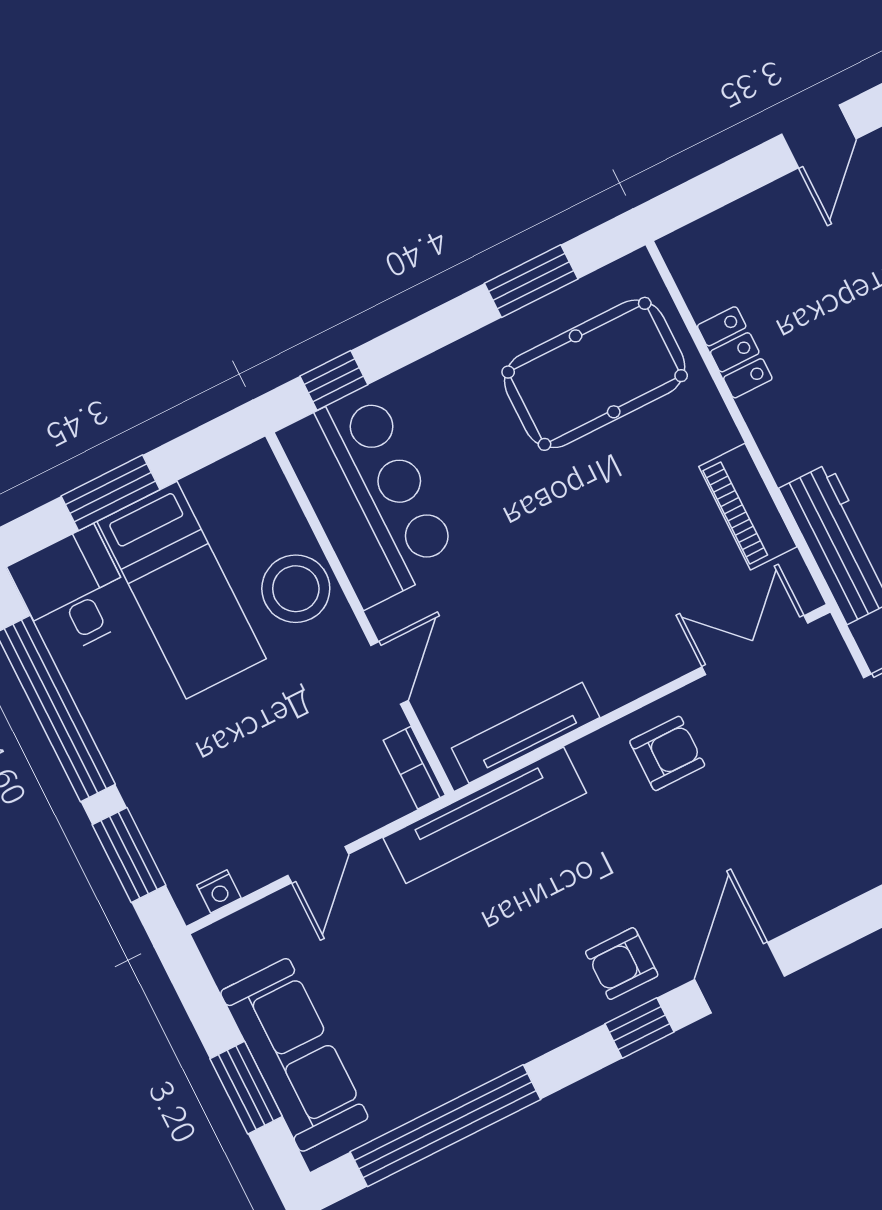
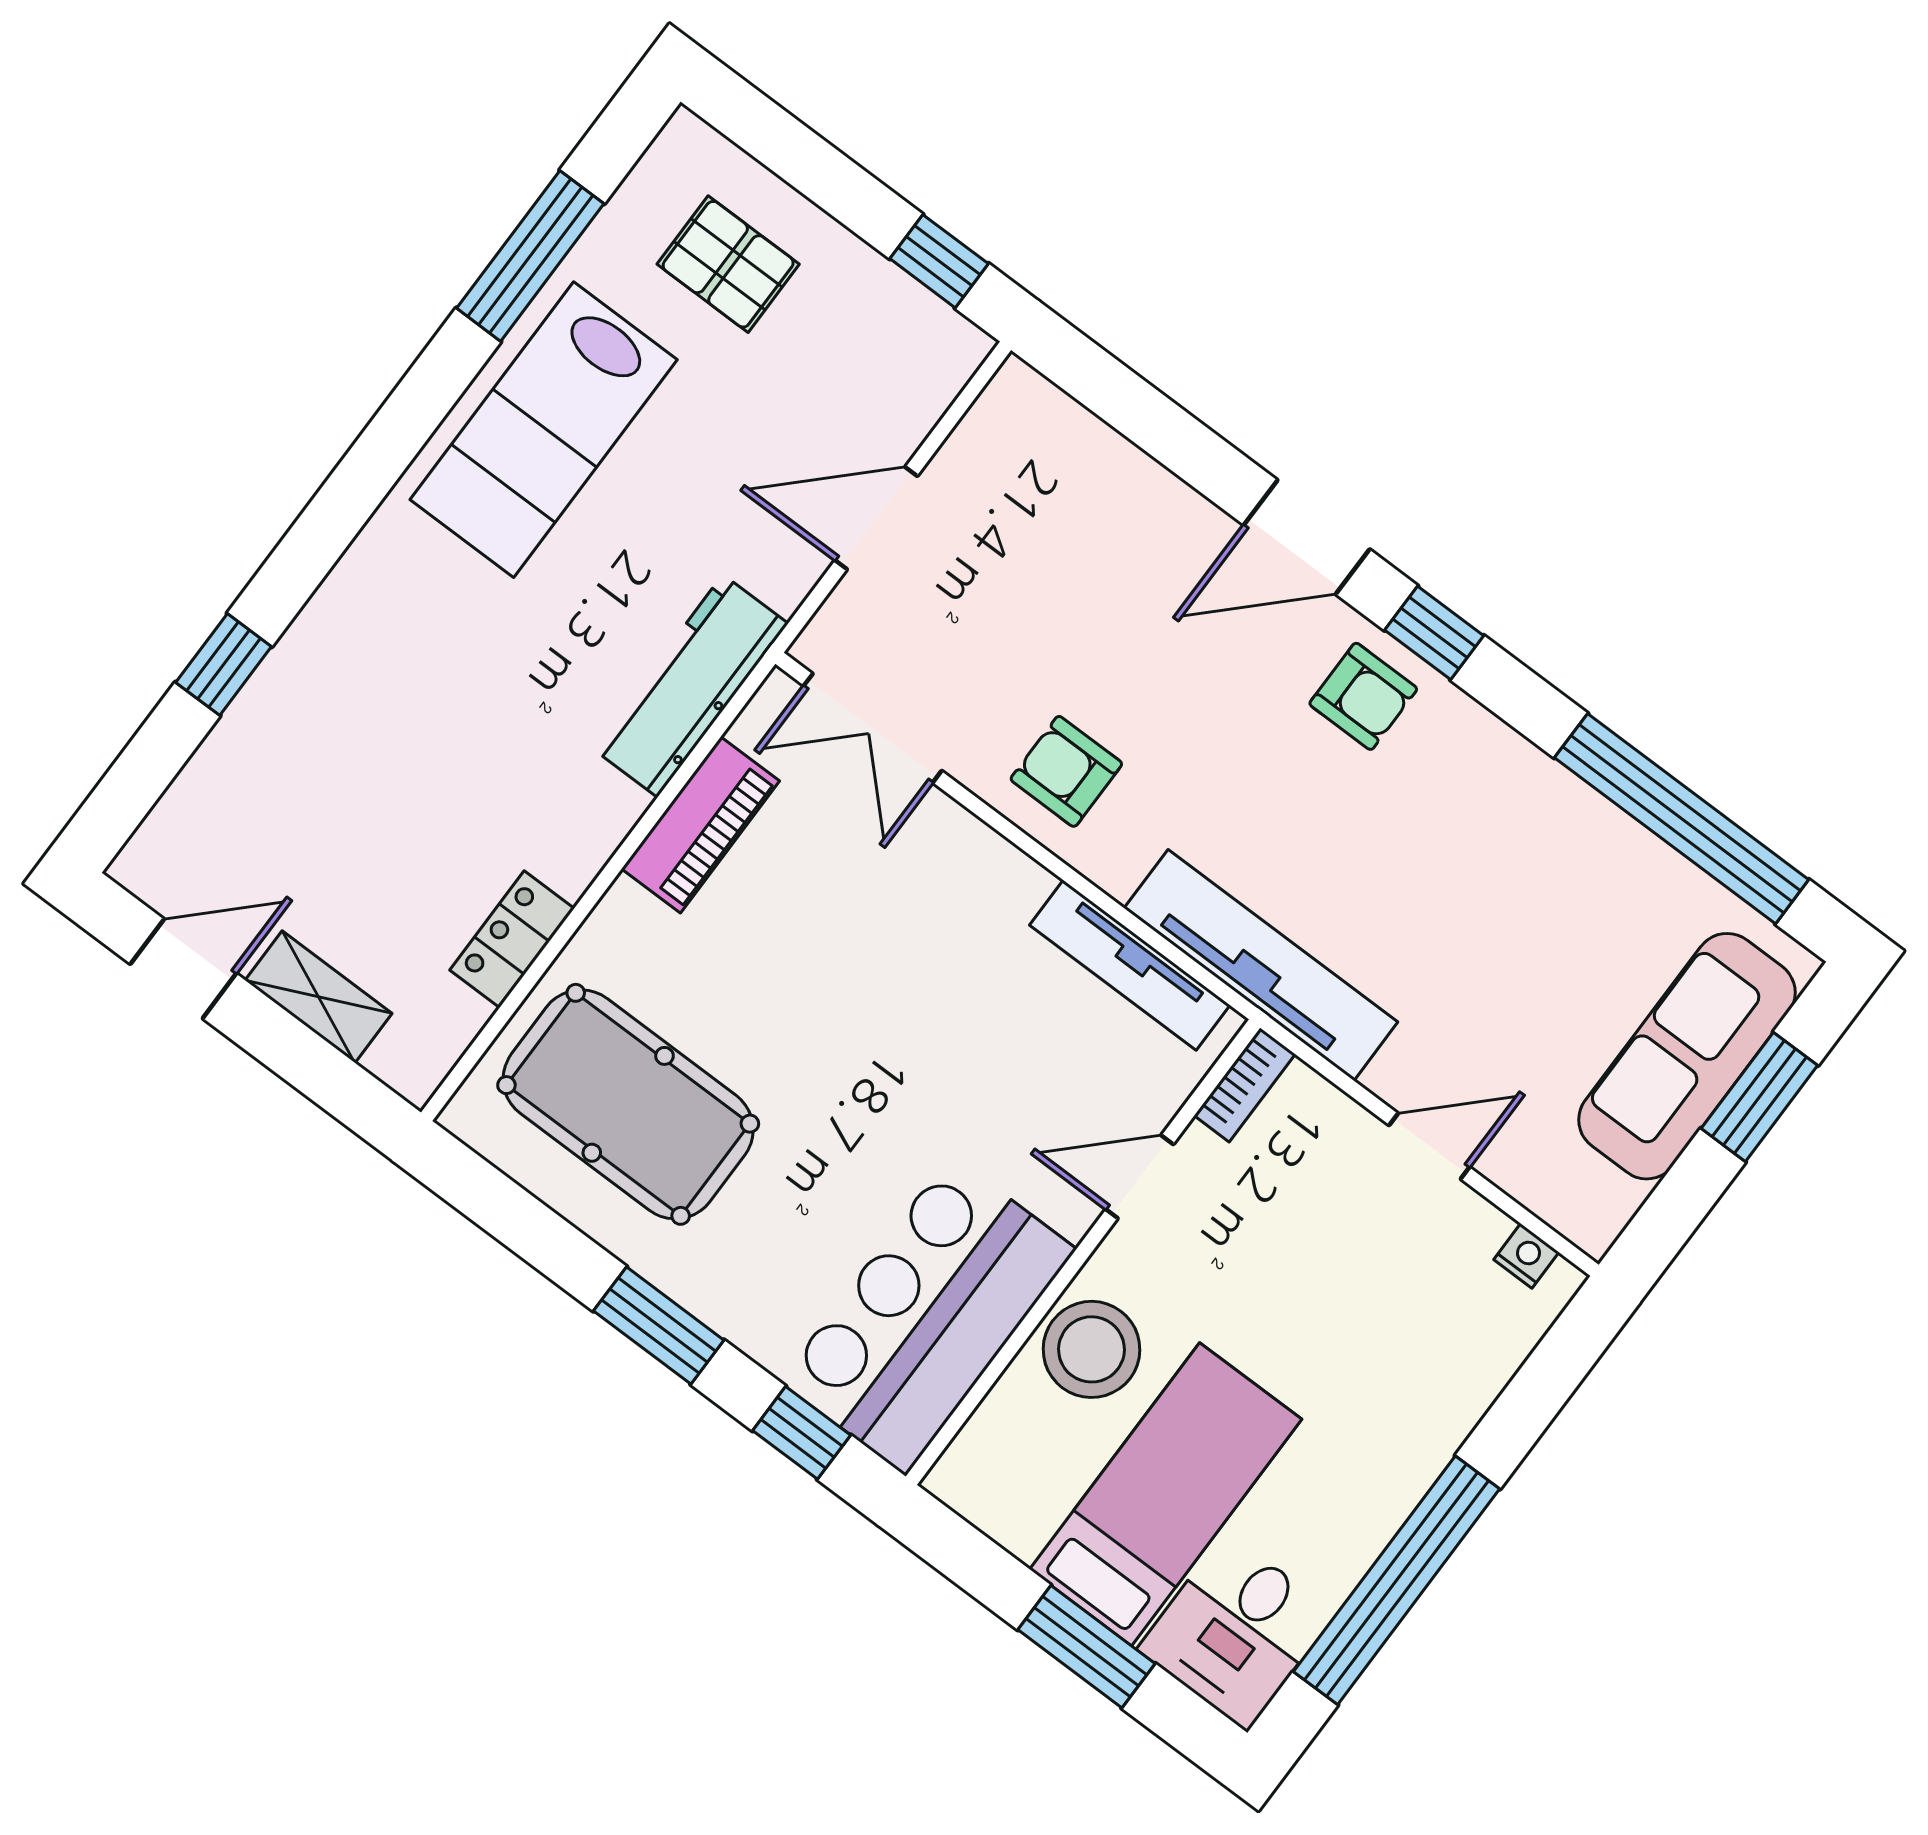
shelving: (759, 213) -> (319, 997), added
window: (531, 281) -> (659, 1325), moved
window: (129, 855) -> (1537, 1394), removed

